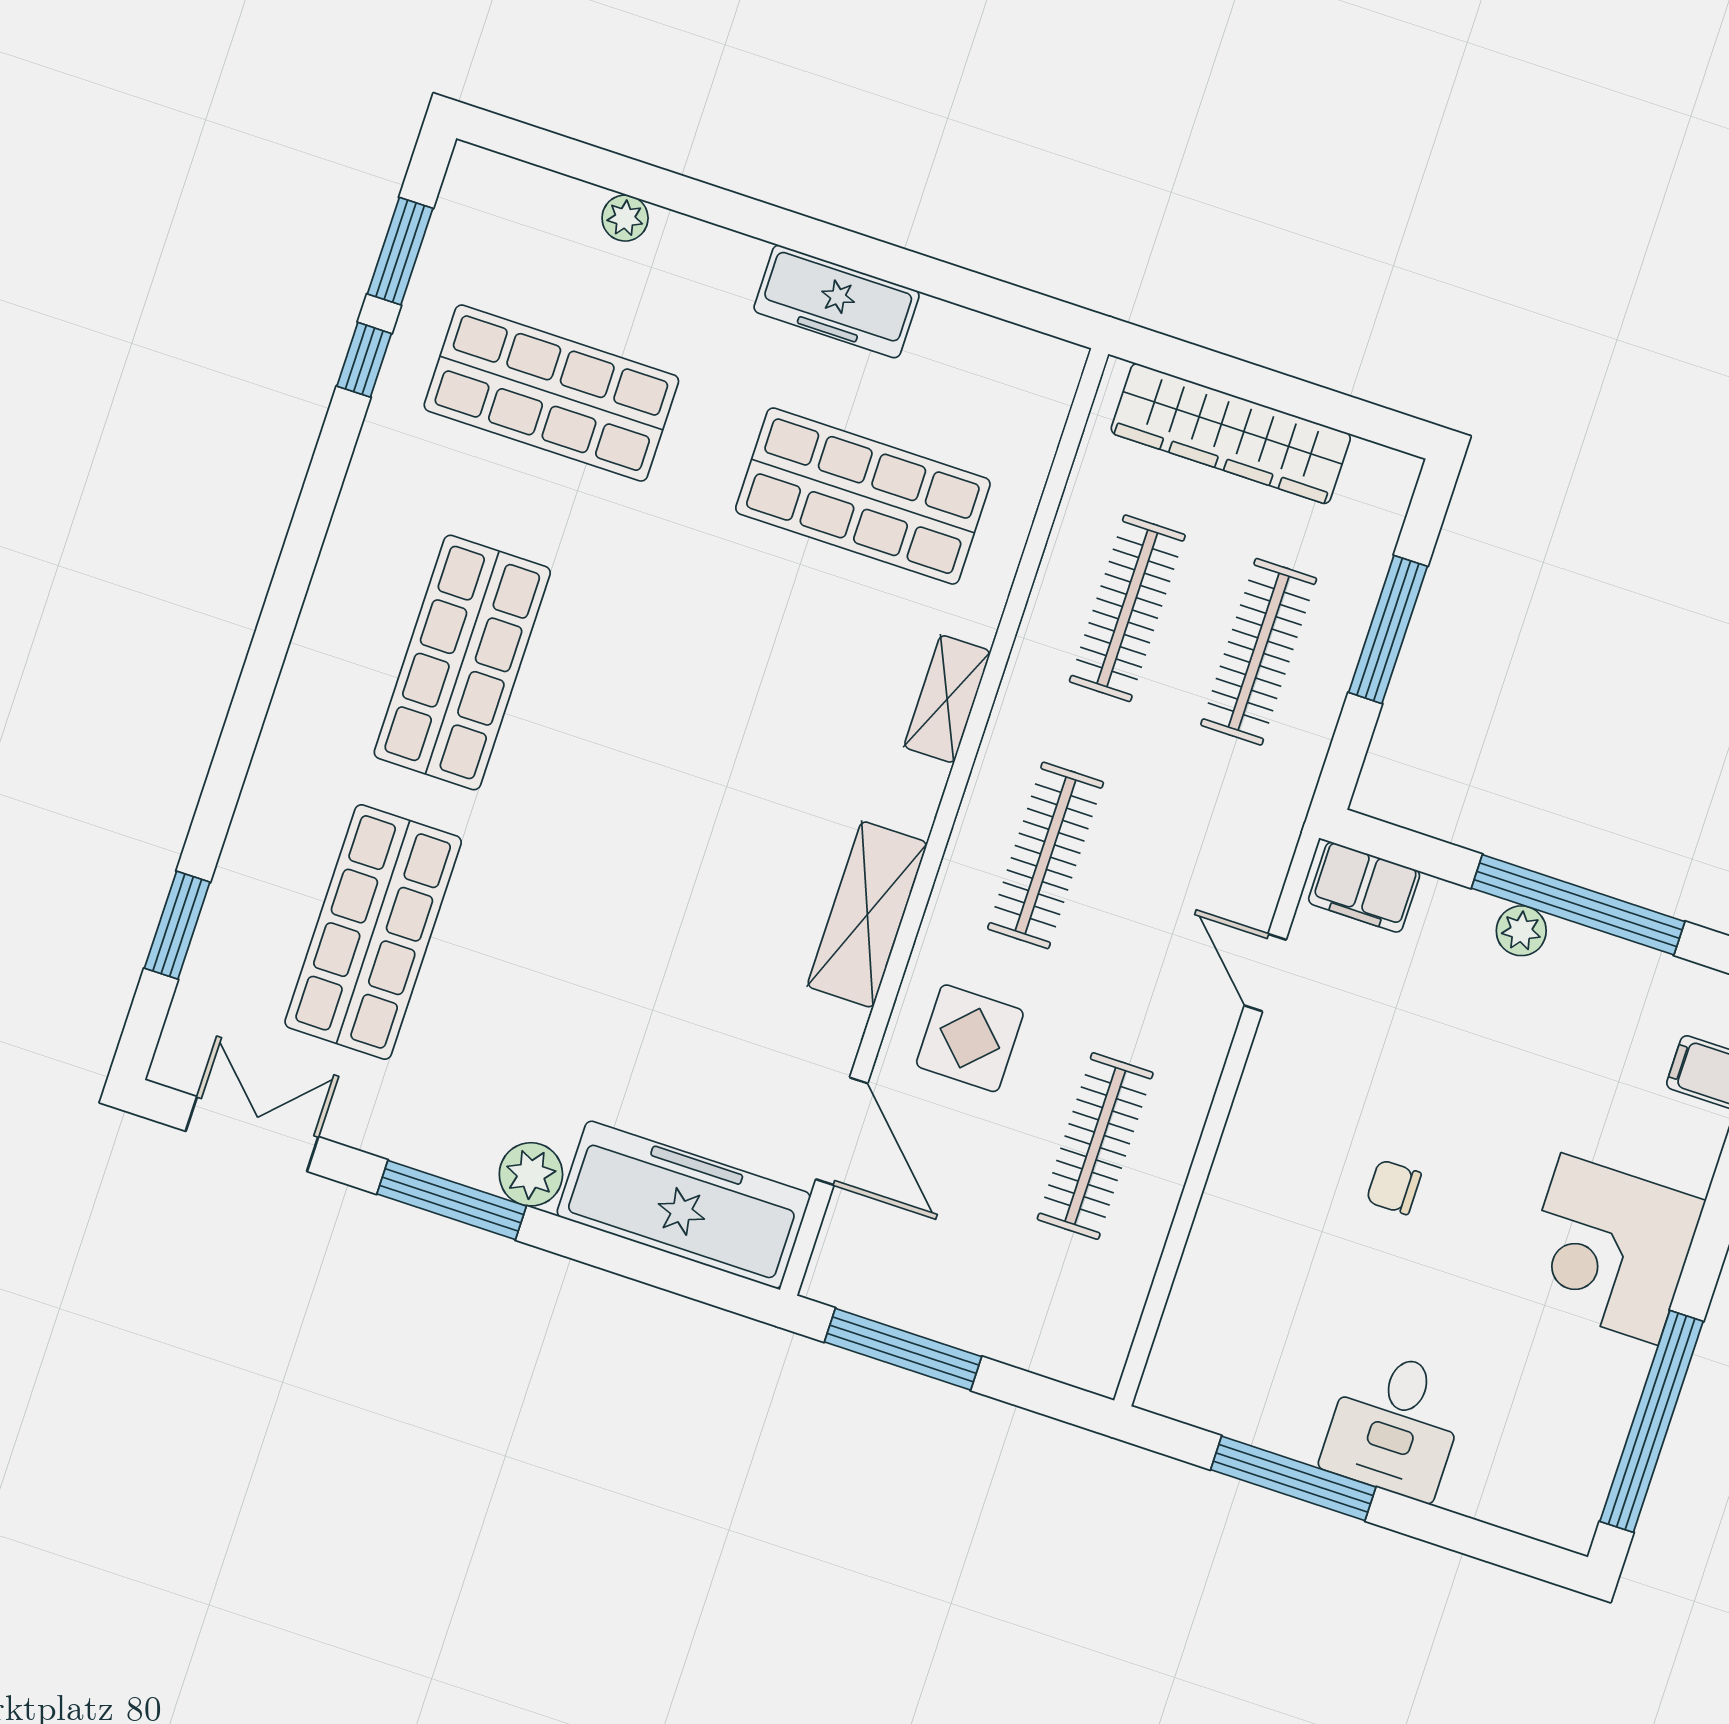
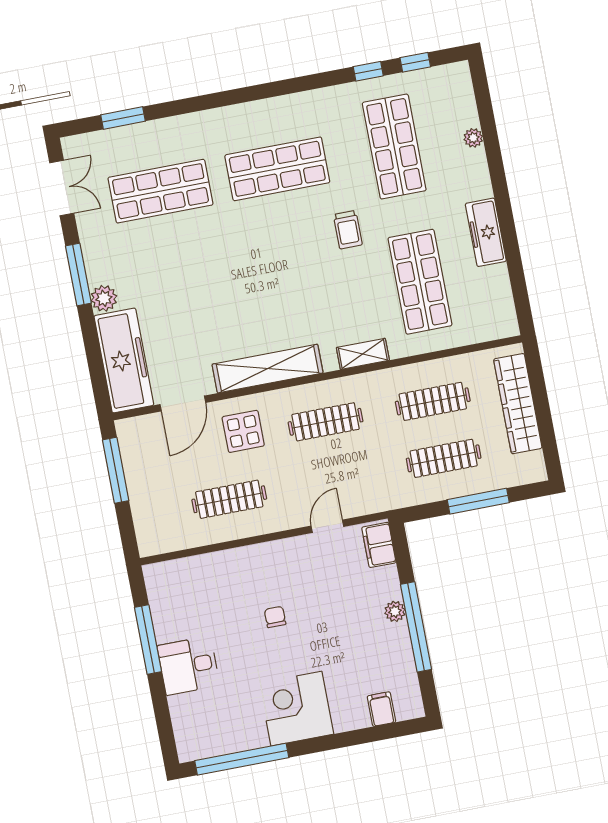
window: (400, 251) -> (415, 62), width x0.67
trolley: (671, 586) -> (348, 230), added
shelving: (867, 914) -> (268, 369), width x1.47

